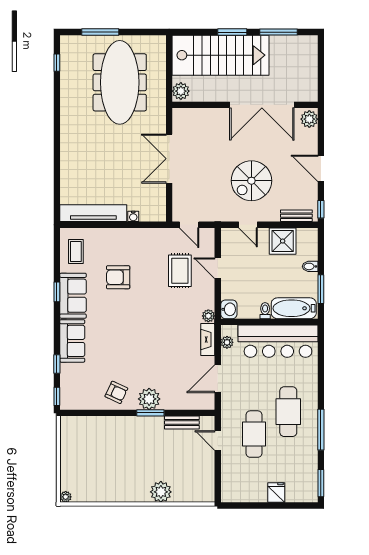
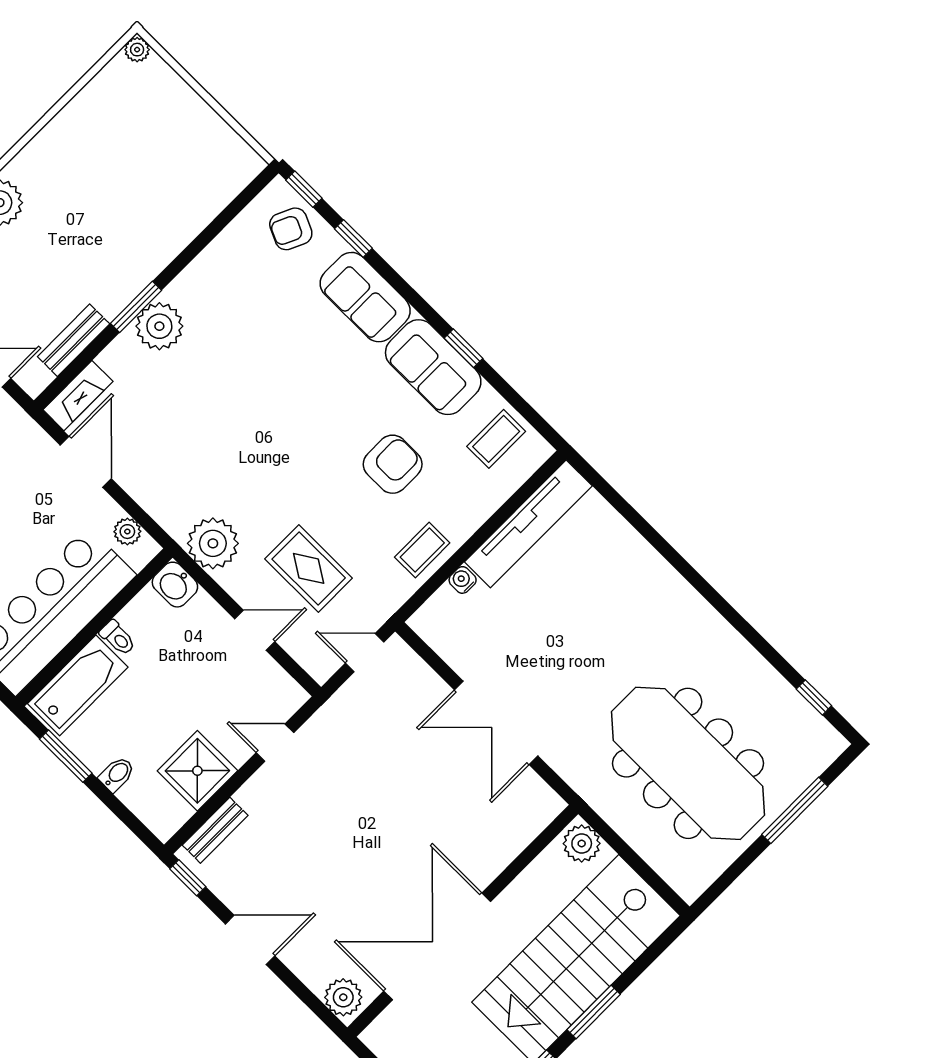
double door: (169, 159) -> (496, 723), swing flipped
spiral stairs: (251, 181) -> (337, 815), removed
coffee table: (137, 239) -> (422, 550), added
coffee table: (76, 252) -> (496, 439), turned 90
plant: (208, 316) -> (213, 543), width x1.87, depth x1.87
fireplace: (208, 339) -> (78, 396), moved, turned 90
armchair: (116, 392) -> (291, 229), moved

